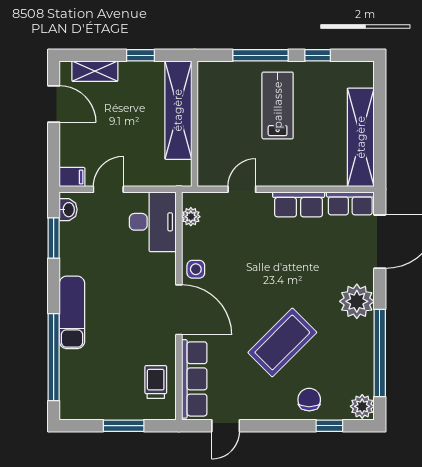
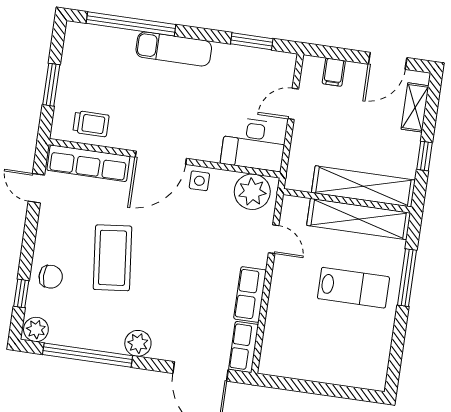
window: (318, 55) -> (399, 336), removed
shelving: (361, 137) -> (359, 219), moved
filing cabinet: (72, 177) -> (334, 72), moved
door: (108, 189) -> (293, 104), swing flipped
washbasin: (68, 210) -> (278, 60), removed
plant: (191, 217) -> (252, 192), width x1.88, depth x1.88
plant: (357, 301) -> (138, 343), width x0.73, depth x0.73
coffee table: (282, 342) -> (112, 258), turned 39

